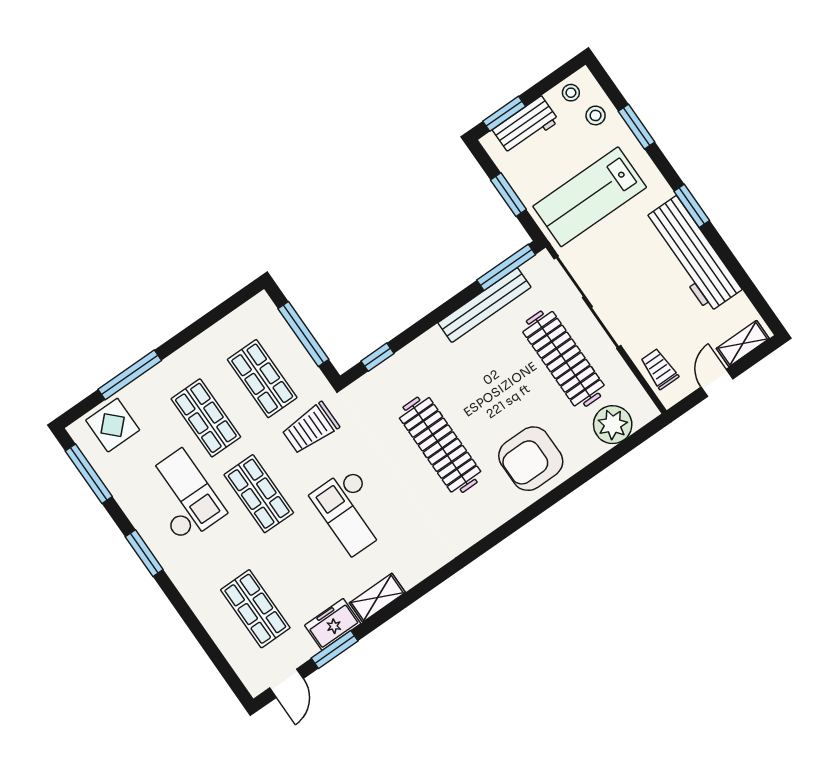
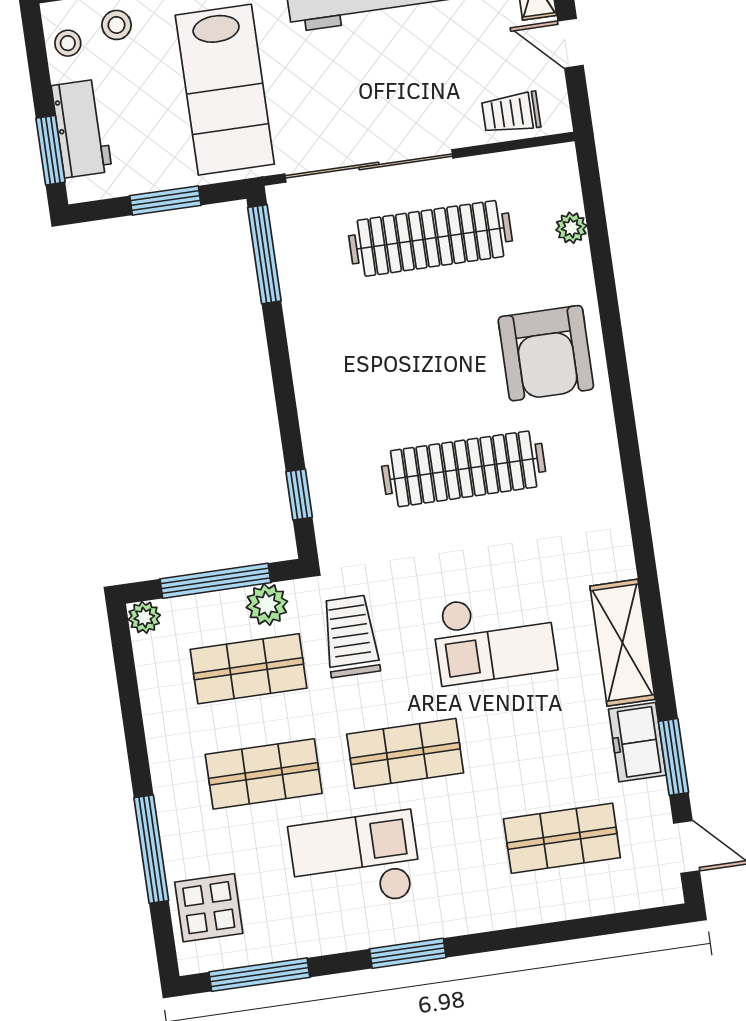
plant: (262, 303) -> (144, 617), added
bench: (484, 305) -> (301, 310), removed
plant: (305, 371) -> (267, 604), added
plant: (613, 425) -> (571, 228), width x0.53, depth x0.53
trolley: (311, 428) -> (351, 636), turned 180
shelving: (377, 598) -> (622, 643), width x1.50, depth x1.33

